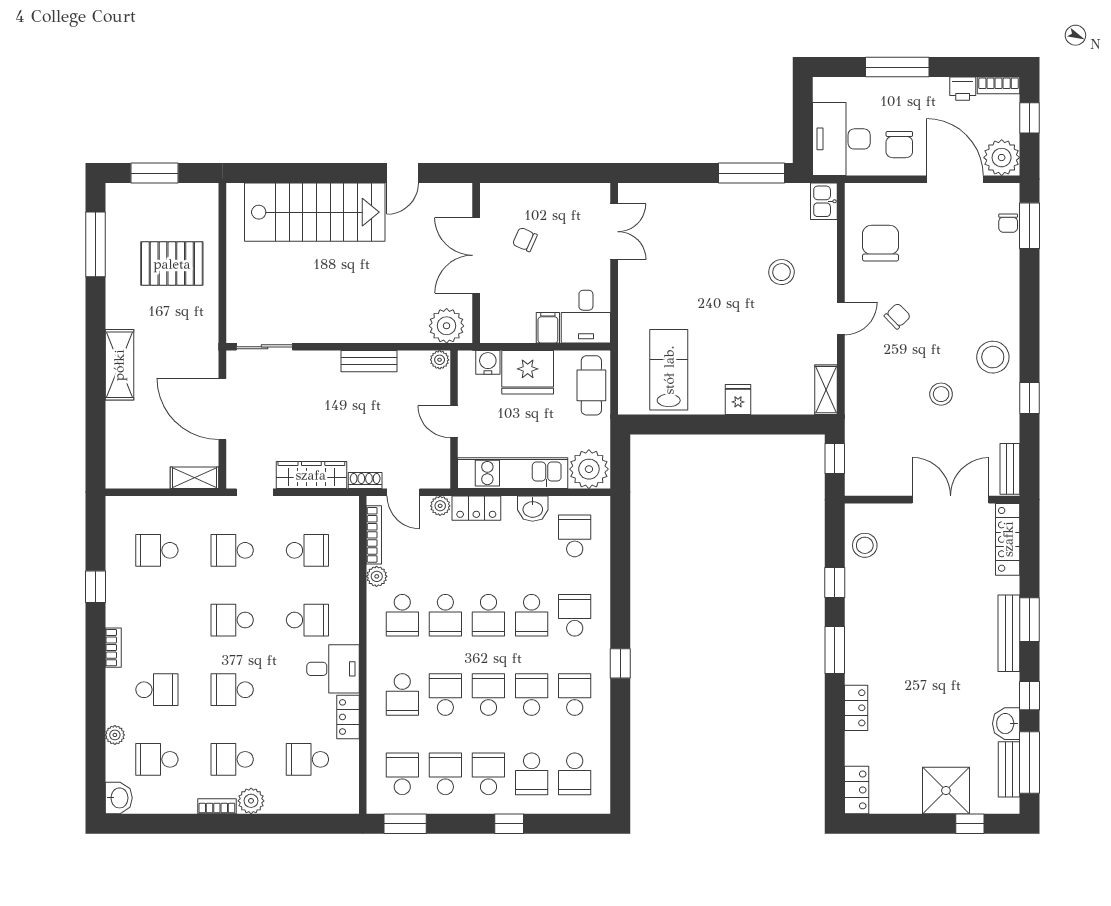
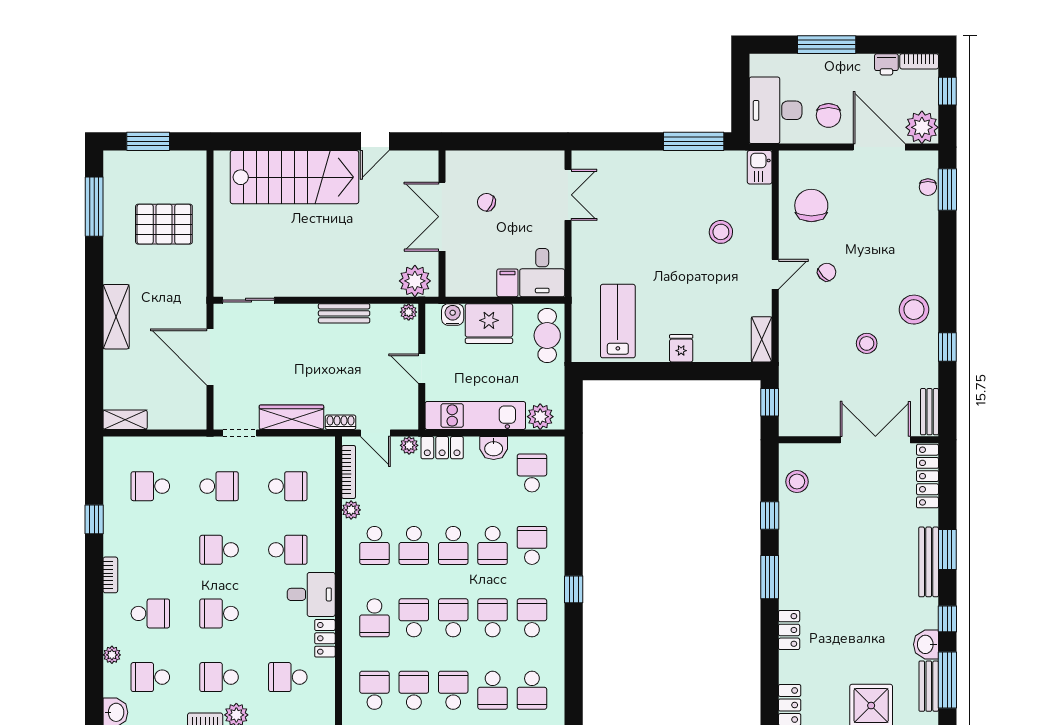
plant: (589, 469) -> (540, 417), width x0.73, depth x0.73
shelving: (195, 478) -> (125, 420), moved
school desk: (232, 550) -> (219, 486), turned 180

